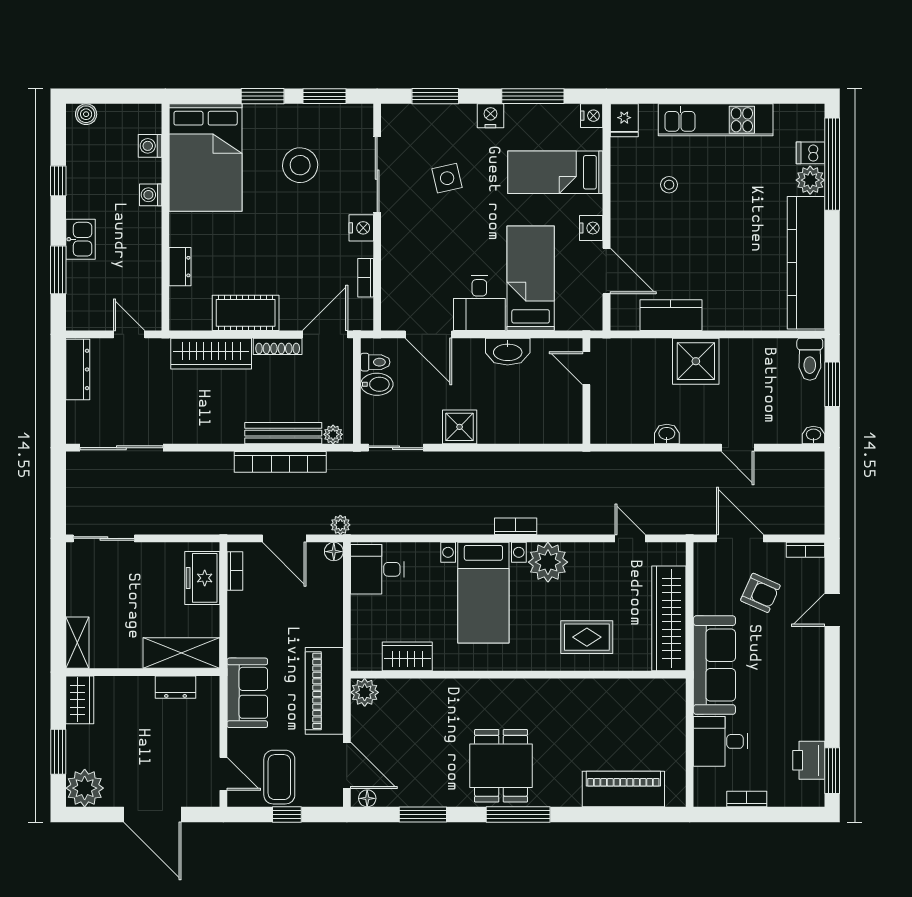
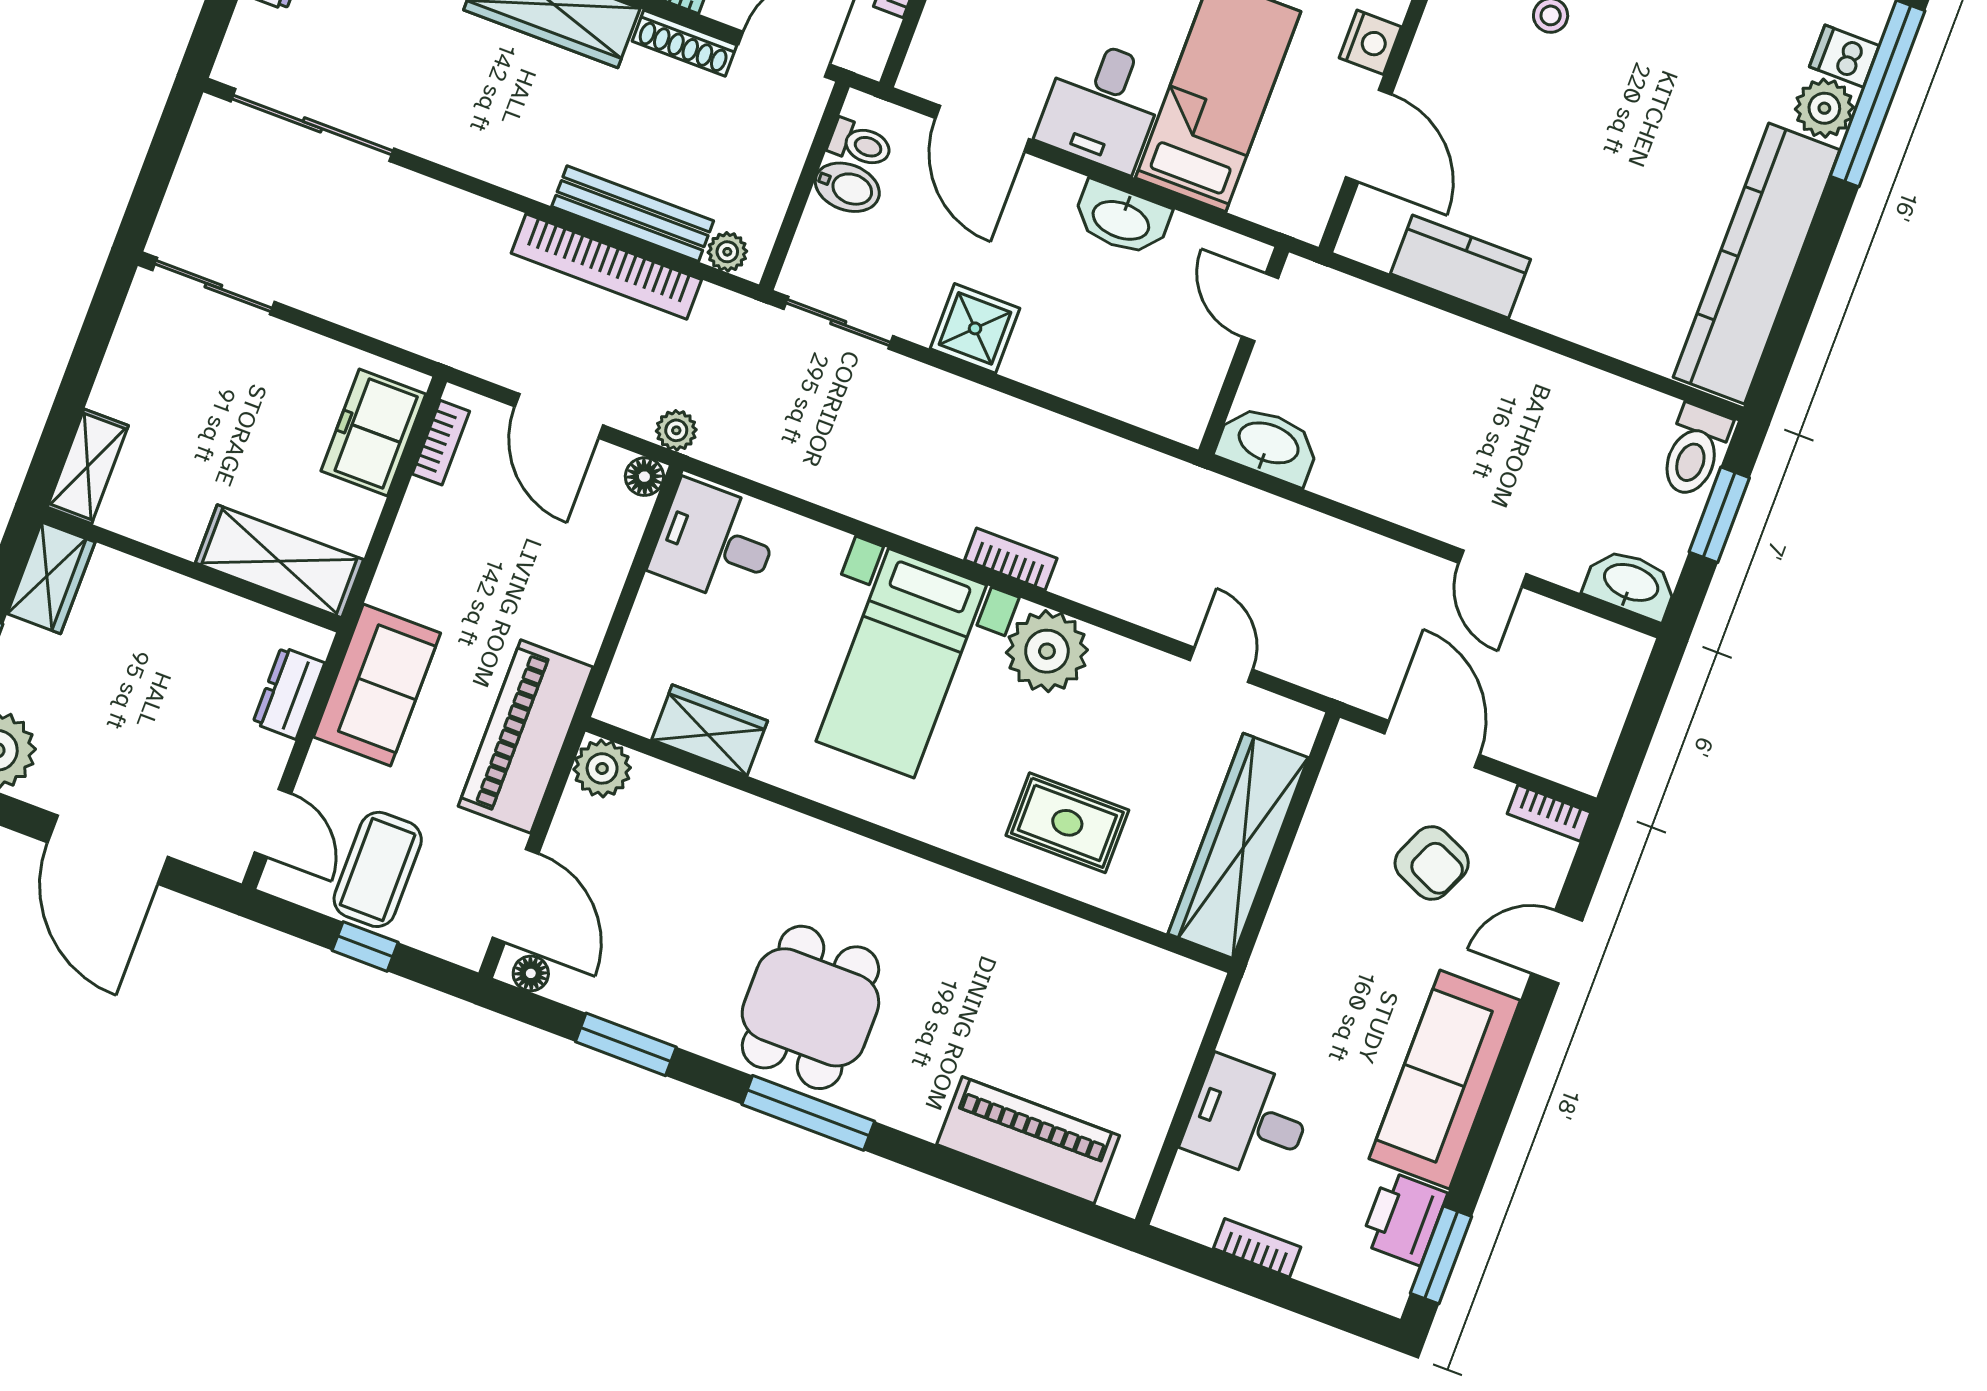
shower: (696, 361) -> (1475, 373), removed
washbasin: (667, 434) -> (1268, 445), moved, width x1.91, depth x1.45
washbasin: (813, 435) -> (1631, 584), width x1.91, depth x1.45
sofa: (714, 665) -> (1445, 1079), moved, turned 180
dresser: (176, 687) -> (289, 693), moved, turned 90

